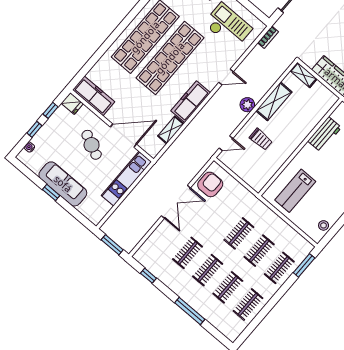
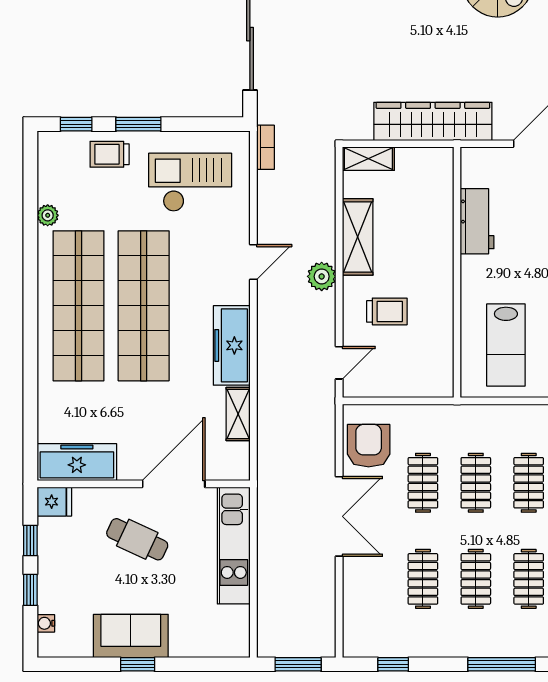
sofa: (63, 184) -> (131, 636), width x0.73
clothes rail: (219, 216) -> (423, 483), added

